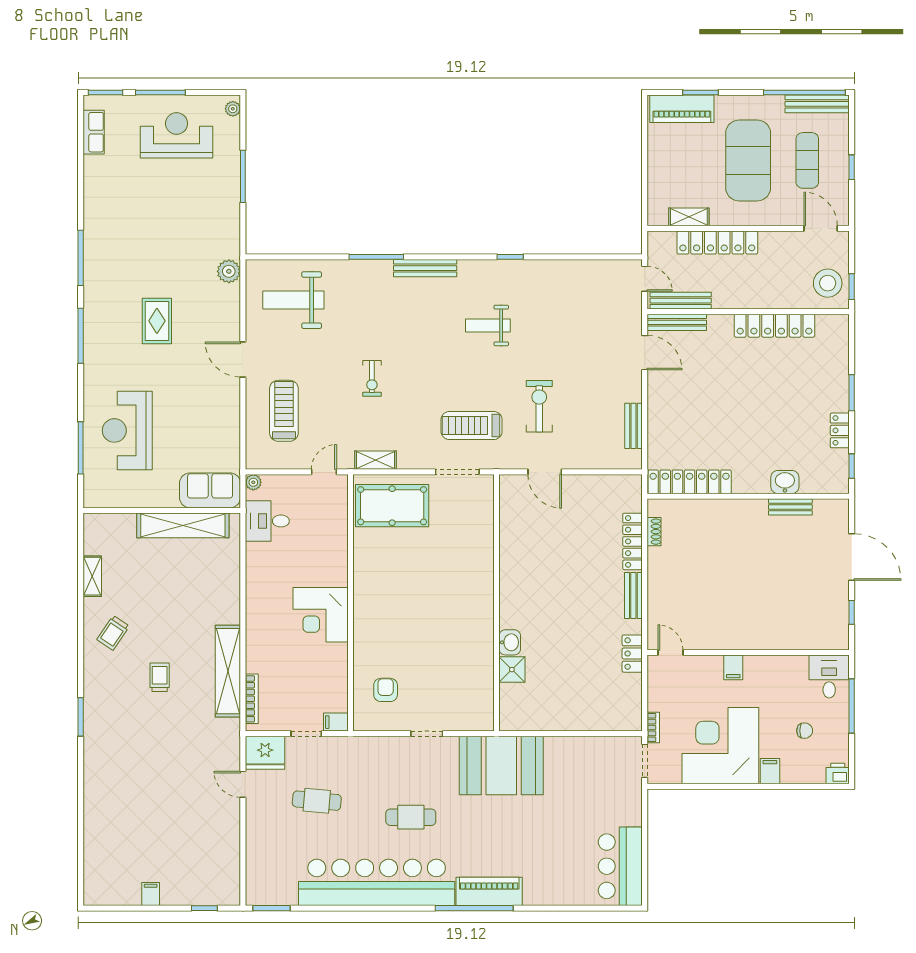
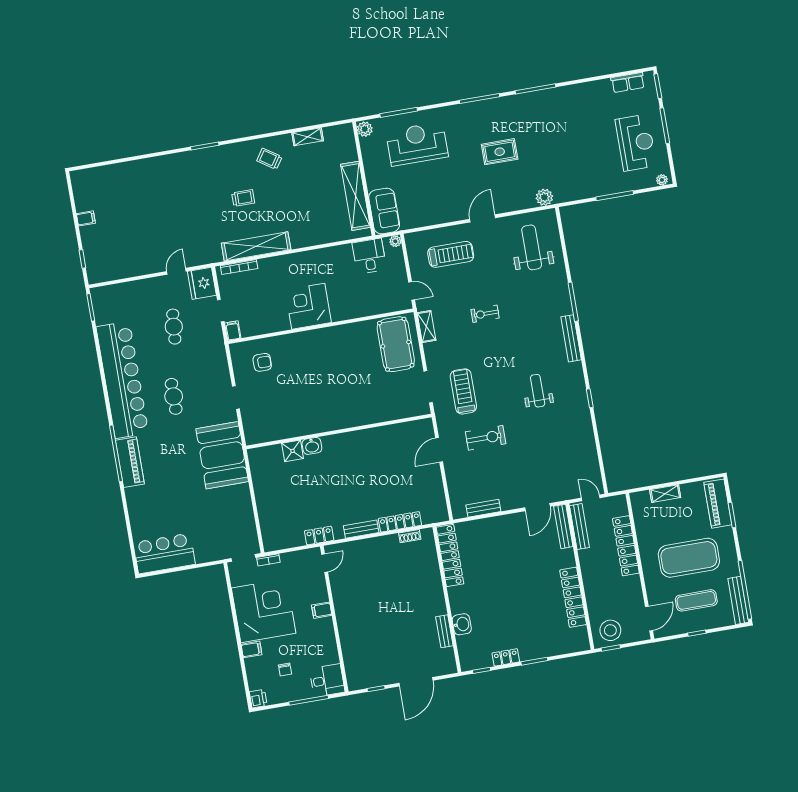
shelving: (689, 217) -> (665, 494), moved, turned 90
door: (645, 279) -> (591, 498), swing flipped
plant: (95, 497) -> (365, 129), added

